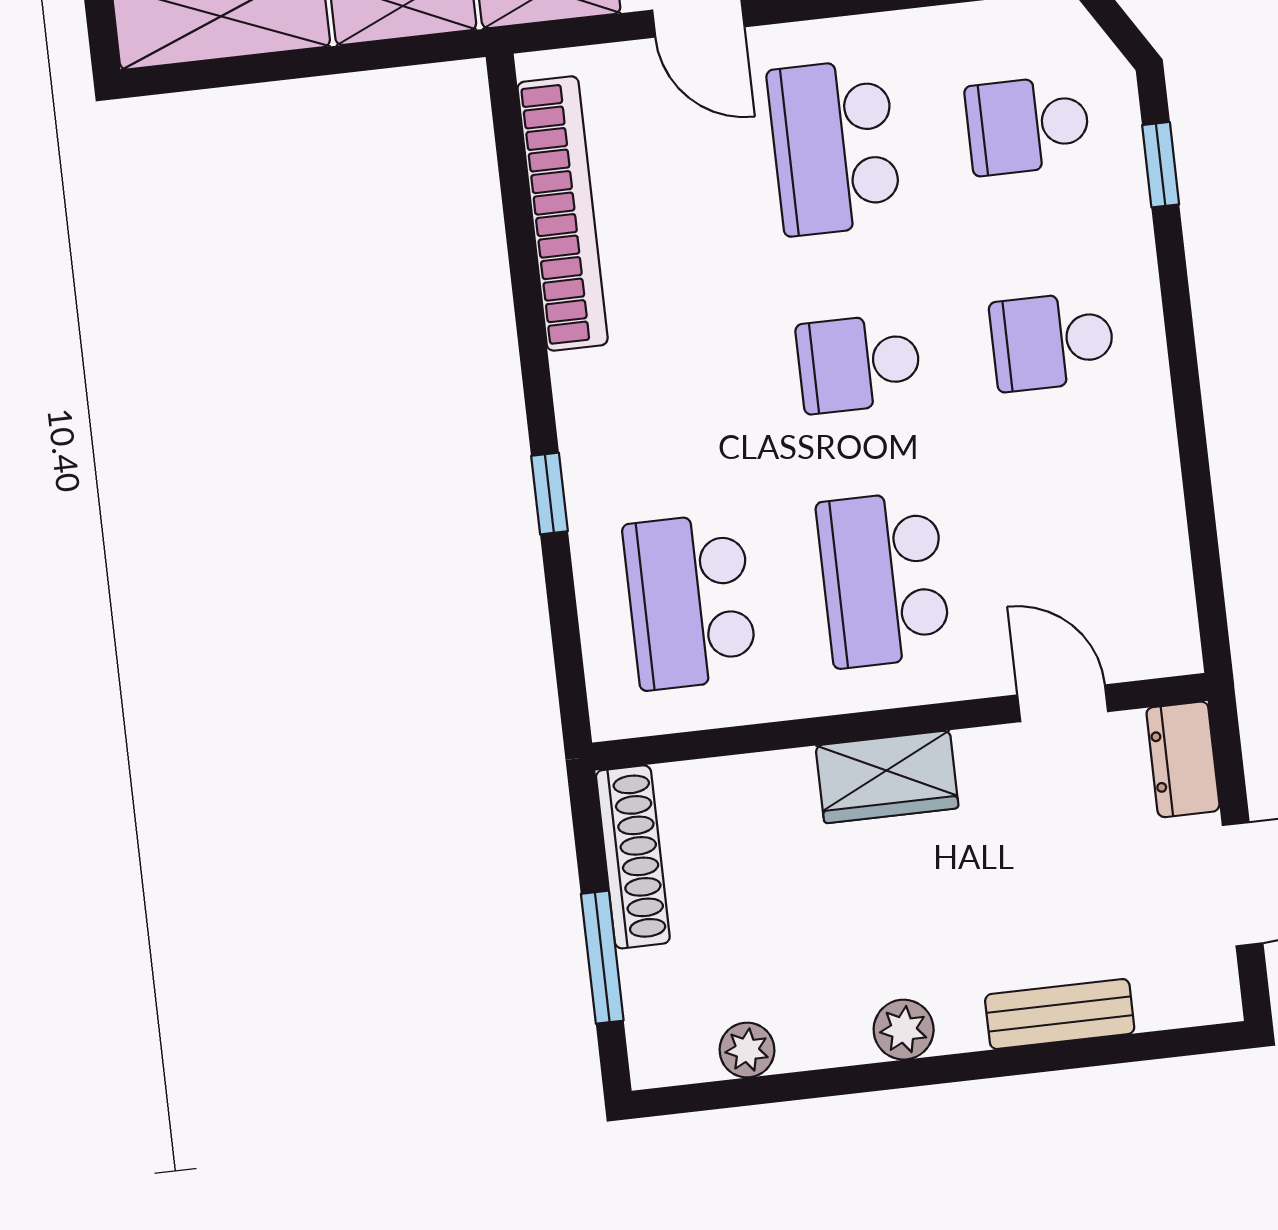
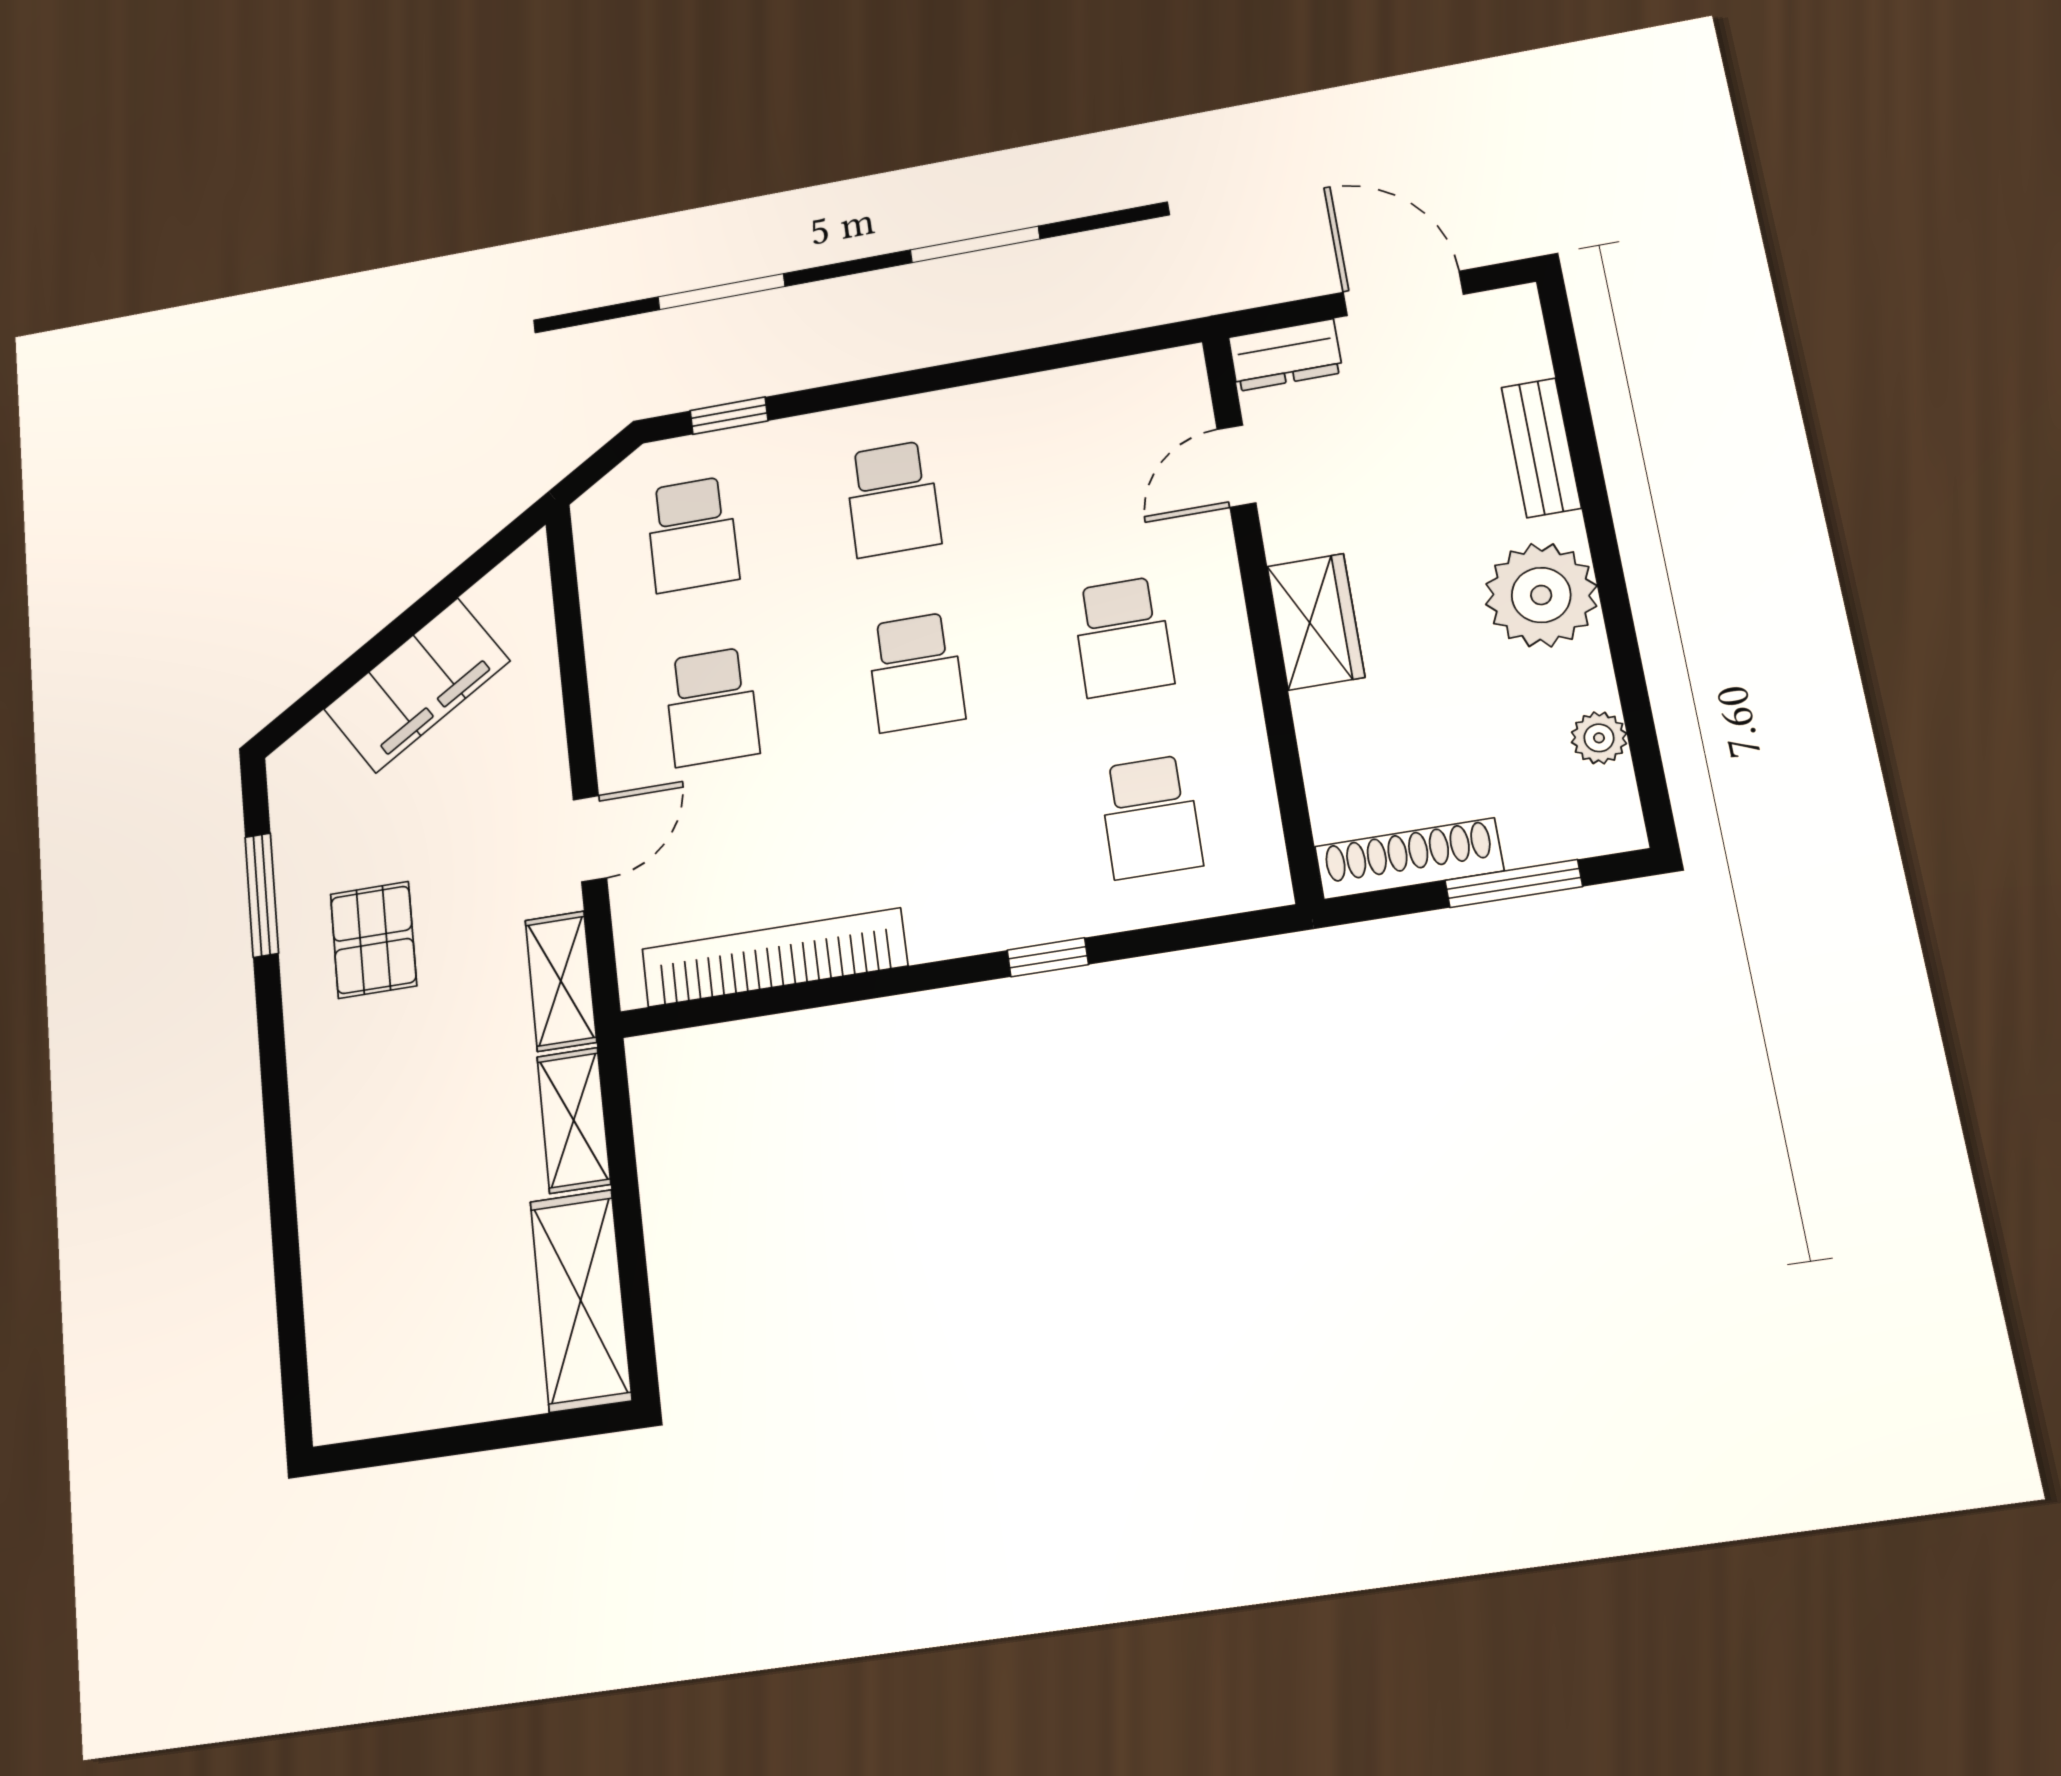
school desk: (834, 147) -> (712, 707), width x0.54
school desk: (884, 579) -> (1123, 637), width x0.54
school desk: (690, 601) -> (1150, 817), width x0.54
plant: (904, 1030) -> (1541, 595), width x1.88, depth x1.88

